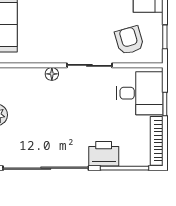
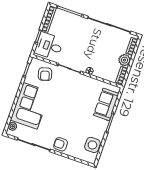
printer: (104, 154) -> (78, 22), removed

